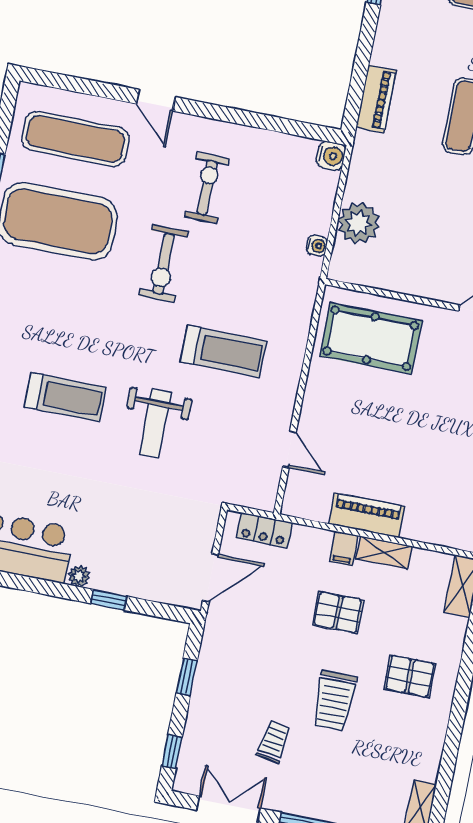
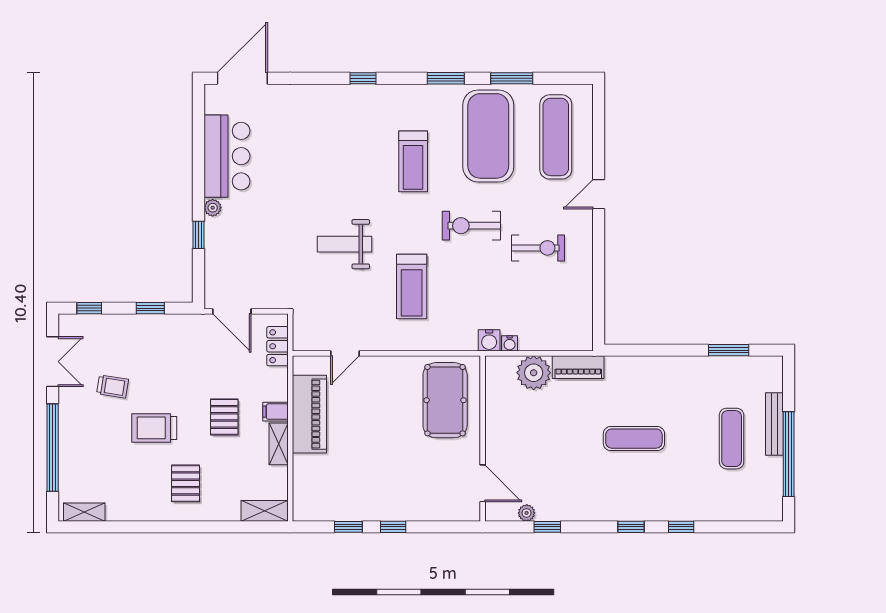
piano: (376, 99) -> (578, 367), moved
water cooler: (331, 156) -> (489, 340), moved
treadmill: (65, 397) -> (413, 161), moved
piano: (367, 515) -> (309, 414), width x1.37, depth x1.33

